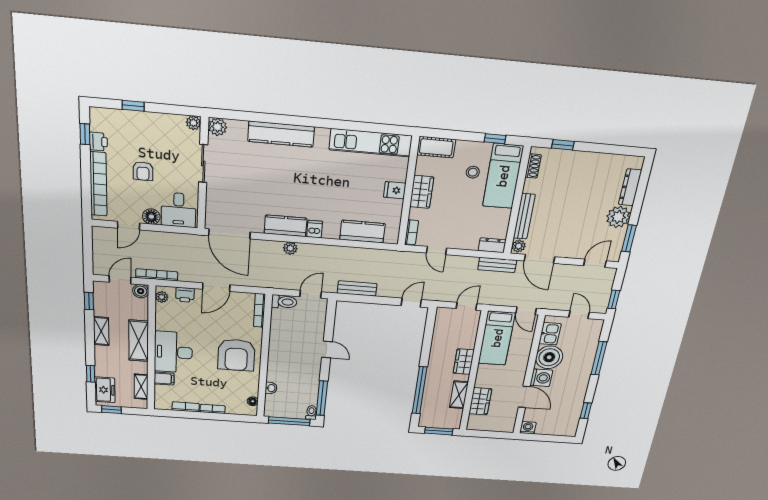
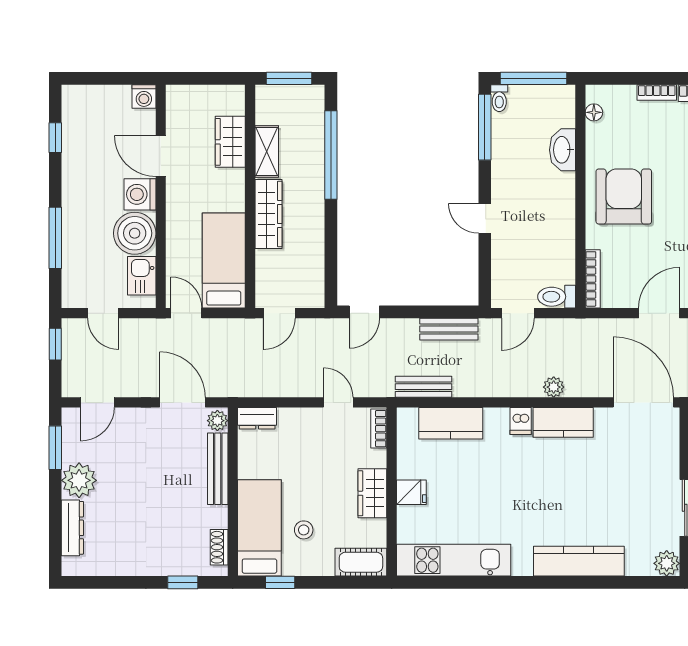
bench: (497, 265) -> (424, 387), moved
wardrobe: (464, 362) -> (268, 214), width x1.50
washbasin: (271, 388) -> (562, 150), width x1.91, depth x1.45

